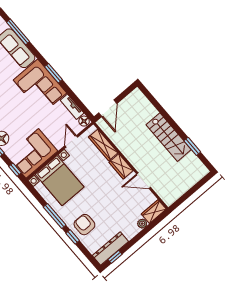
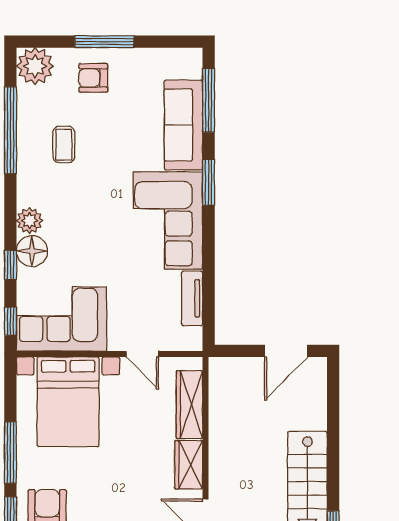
window: (53, 73) -> (209, 182), moved
door: (108, 108) -> (286, 351), moved
floor lamp: (84, 121) -> (192, 339), removed
door: (71, 141) -> (142, 354), swing flipped

